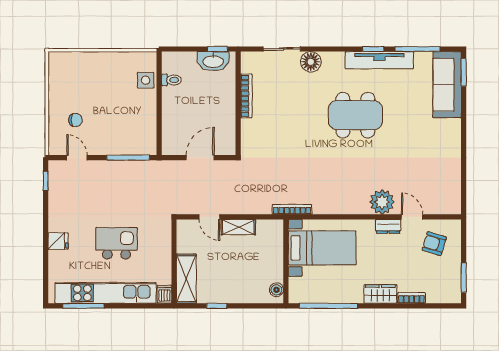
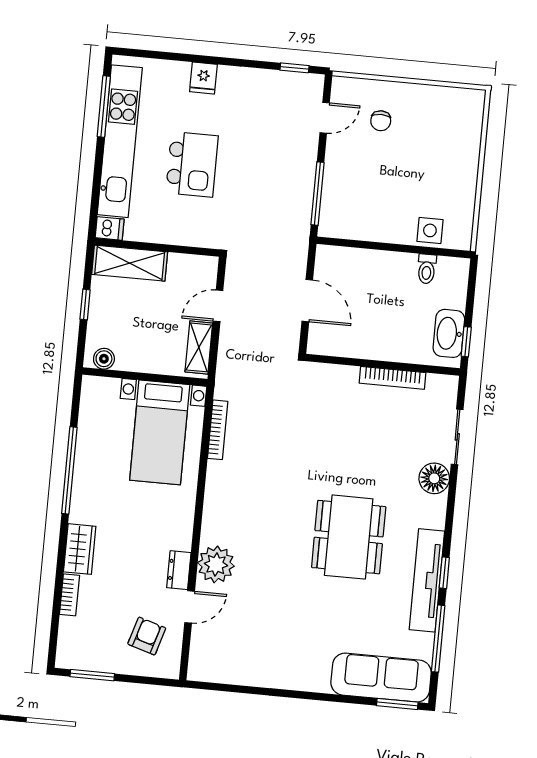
bed with nightstands: (322, 248) -> (160, 432), moved
wall: (286, 261) -> (145, 377), moved
boiler: (276, 290) -> (104, 359), moved

